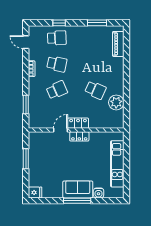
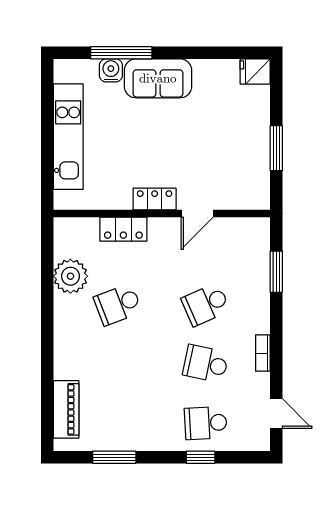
school desk: (95, 90) -> (118, 305), turned -45
locker: (78, 123) -> (123, 229), moved
window: (77, 201) -> (121, 53), moved

